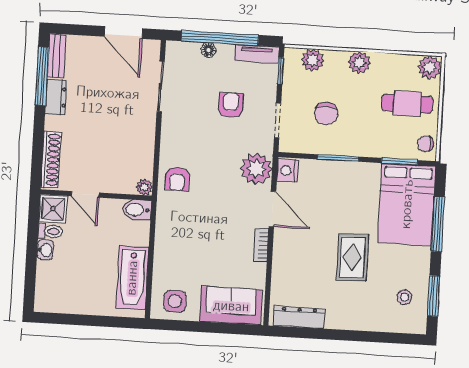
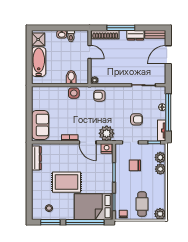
door: (123, 33) -> (168, 55), moved
plant: (359, 63) -> (160, 169), moved
window: (42, 76) -> (121, 28), moved
door: (85, 194) -> (90, 52), swing flipped
shower: (53, 209) -> (38, 39), moved
door: (272, 209) -> (88, 142), hinge flipped
bidet: (137, 210) -> (71, 77), moved
window: (438, 224) -> (85, 222), width x1.46
rug: (352, 257) -> (67, 182), width x1.36, depth x1.43
bathtub: (132, 278) -> (39, 62), moved, turned 90
side table: (175, 301) -> (74, 93), moved

